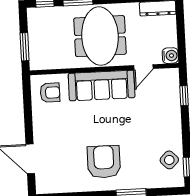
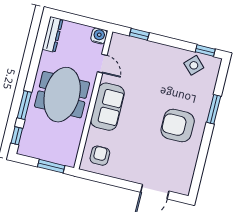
meeting table: (100, 36) -> (62, 95), turned 90
sofa: (102, 86) -> (107, 107), width x0.73

